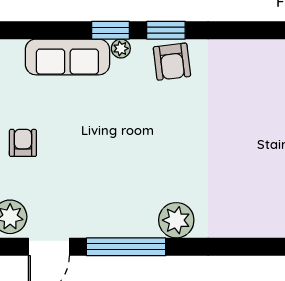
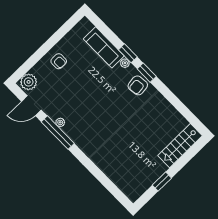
armchair: (23, 143) -> (59, 61), turned 90
plant: (176, 220) -> (60, 122), moved, width x0.53, depth x0.53

